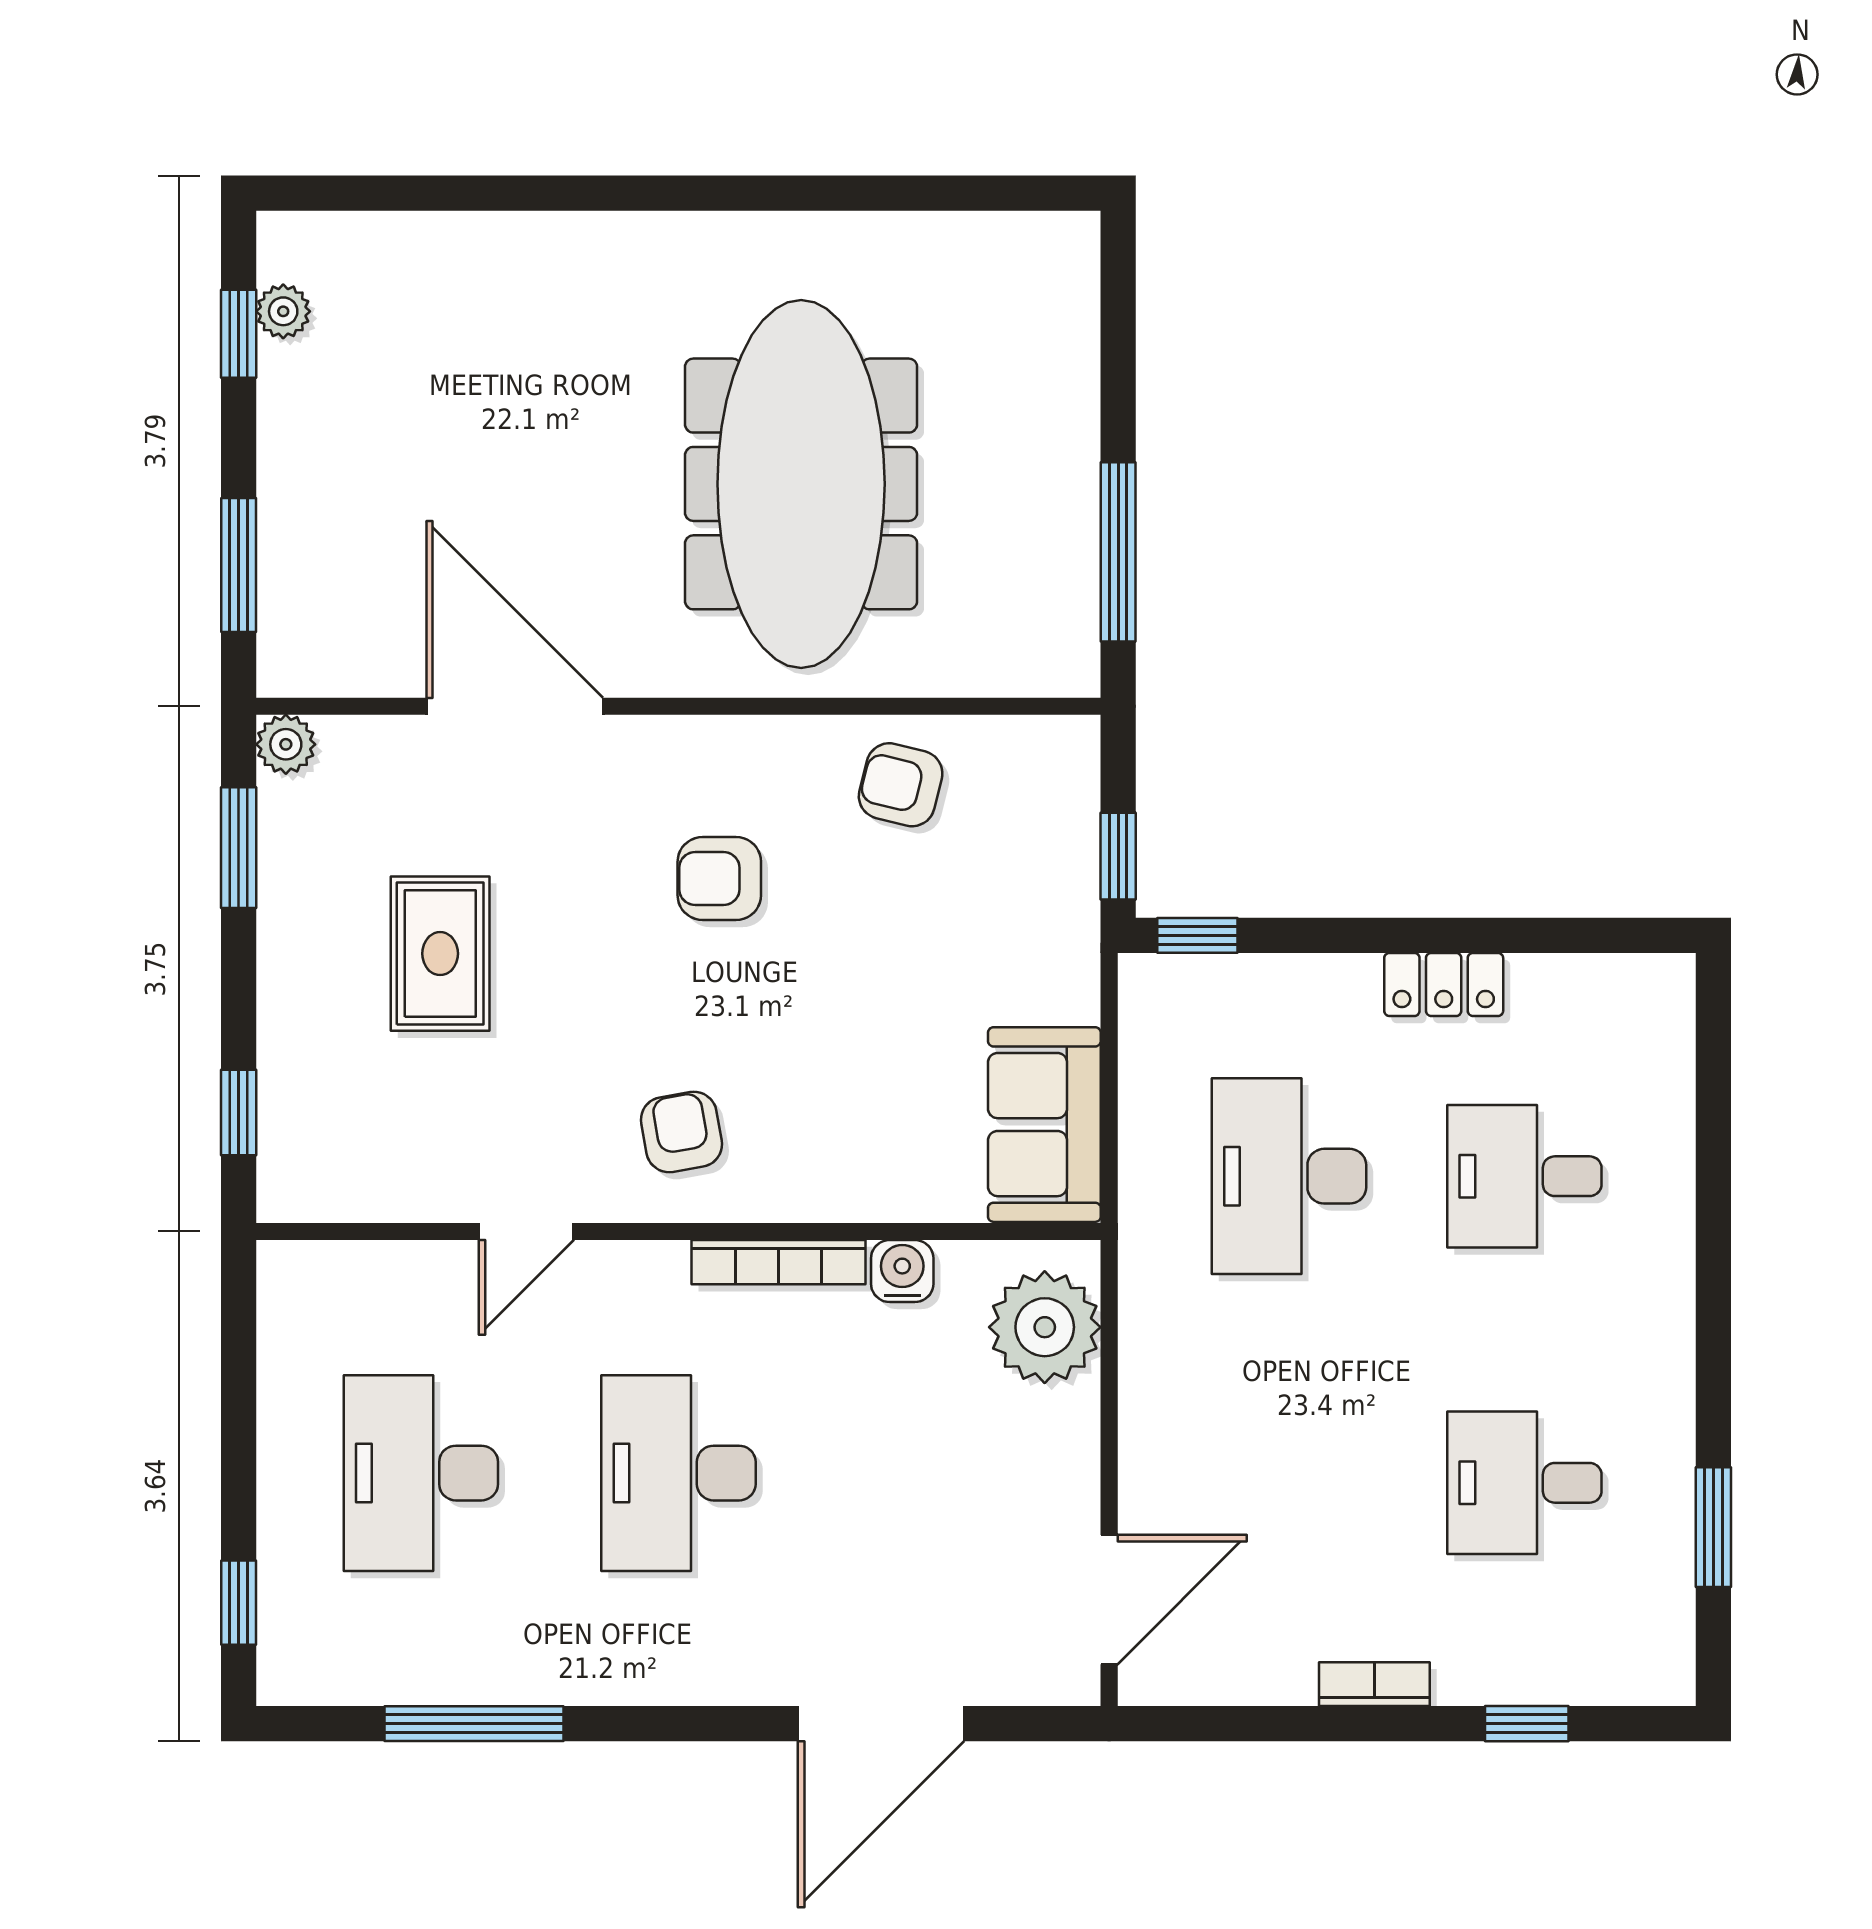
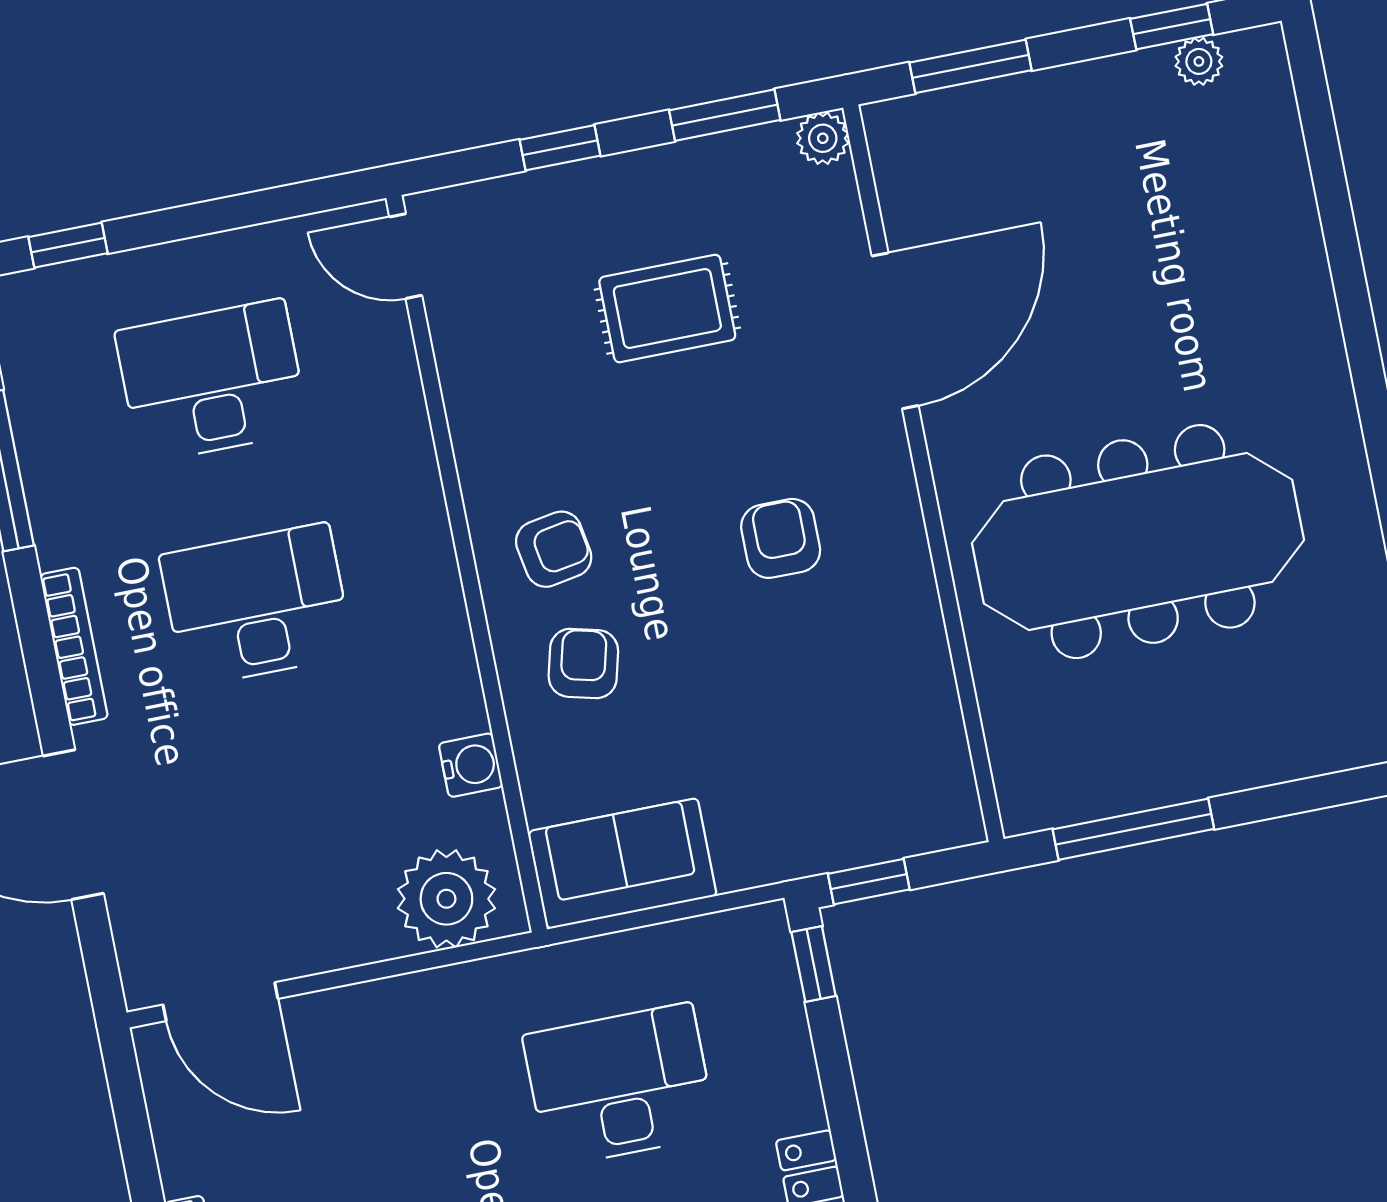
armchair: (901, 785) -> (583, 663), moved
window: (239, 1113) -> (560, 148), moved
door: (526, 1231) -> (406, 256), moved
bookcase: (779, 1262) -> (74, 646), moved, turned 180

